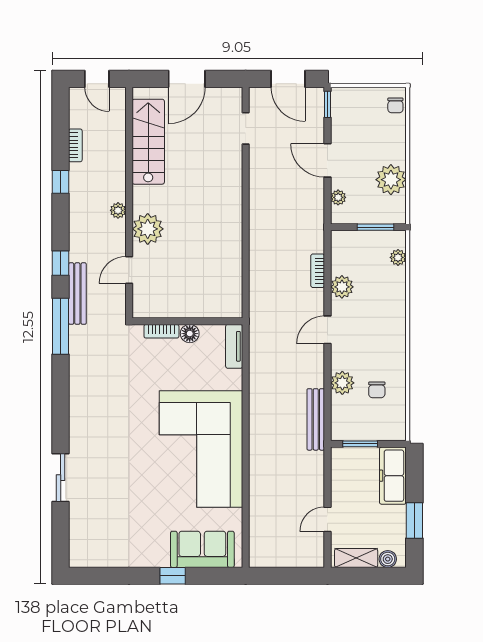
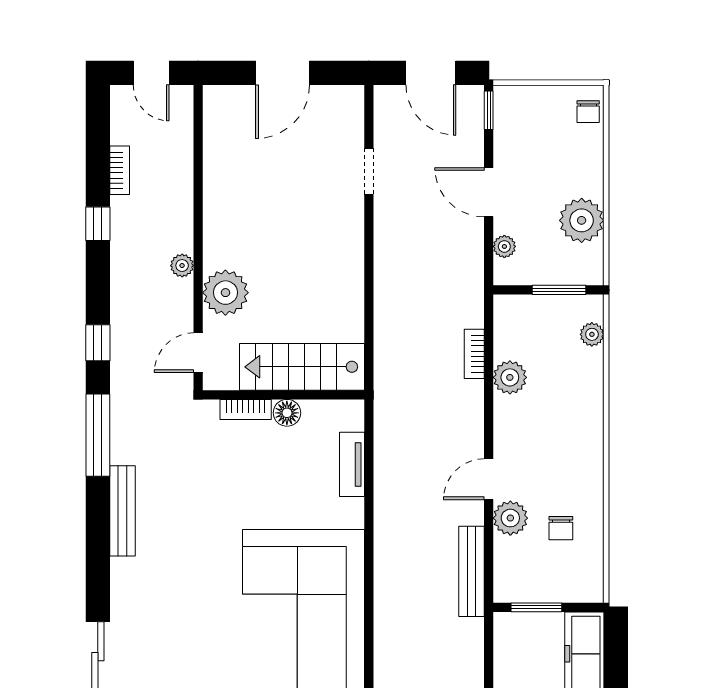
doorway: (246, 128) -> (369, 171), moved
stairs: (148, 142) -> (302, 367), moved, turned -90
bench: (77, 294) -> (123, 511), moved
wall: (187, 321) -> (284, 395), moved
door: (327, 330) -> (489, 479), moved
bookcase: (161, 331) -> (246, 409), moved
floor lamp: (190, 334) -> (287, 413), moved

